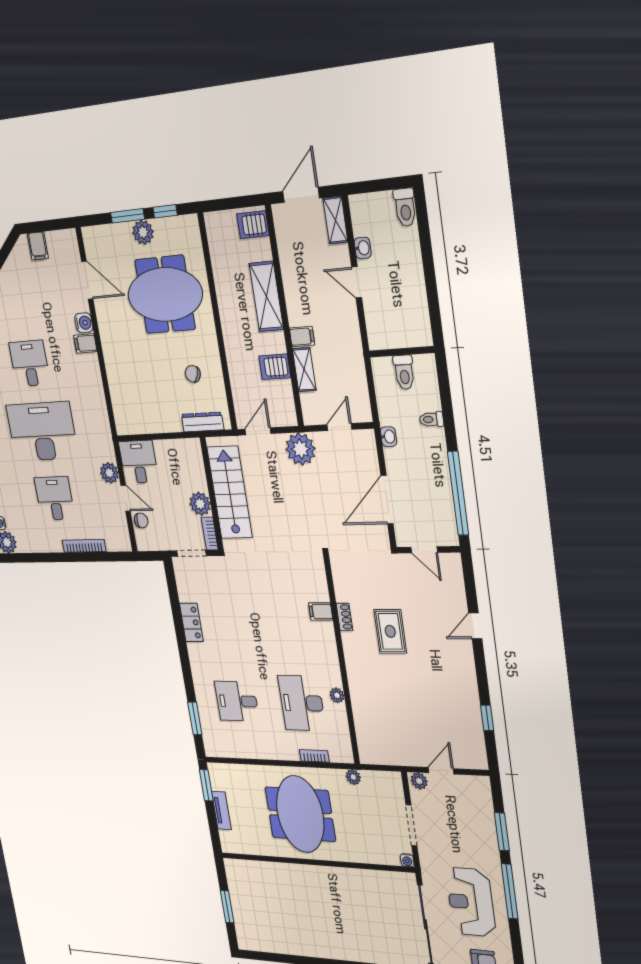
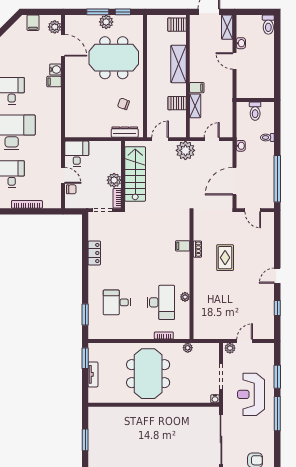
plant: (109, 473) -> (55, 27), moved
door: (475, 626) -> (277, 276), moved
desk: (302, 703) -> (161, 302), turned 180
reception desk: (471, 902) -> (251, 394), moved

